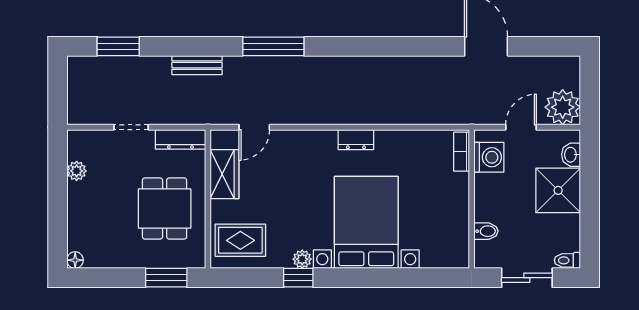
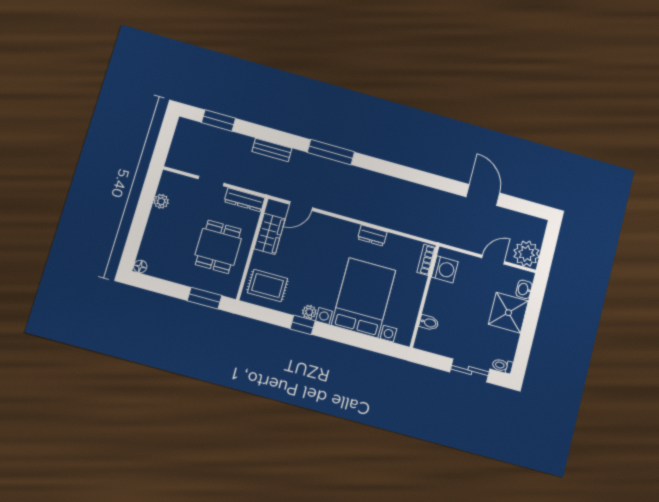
bookcase: (462, 152) -> (426, 260), moved
washing machine: (489, 157) -> (445, 269), moved
wall: (472, 199) -> (425, 296), moved
bidet: (486, 231) -> (429, 323), moved

